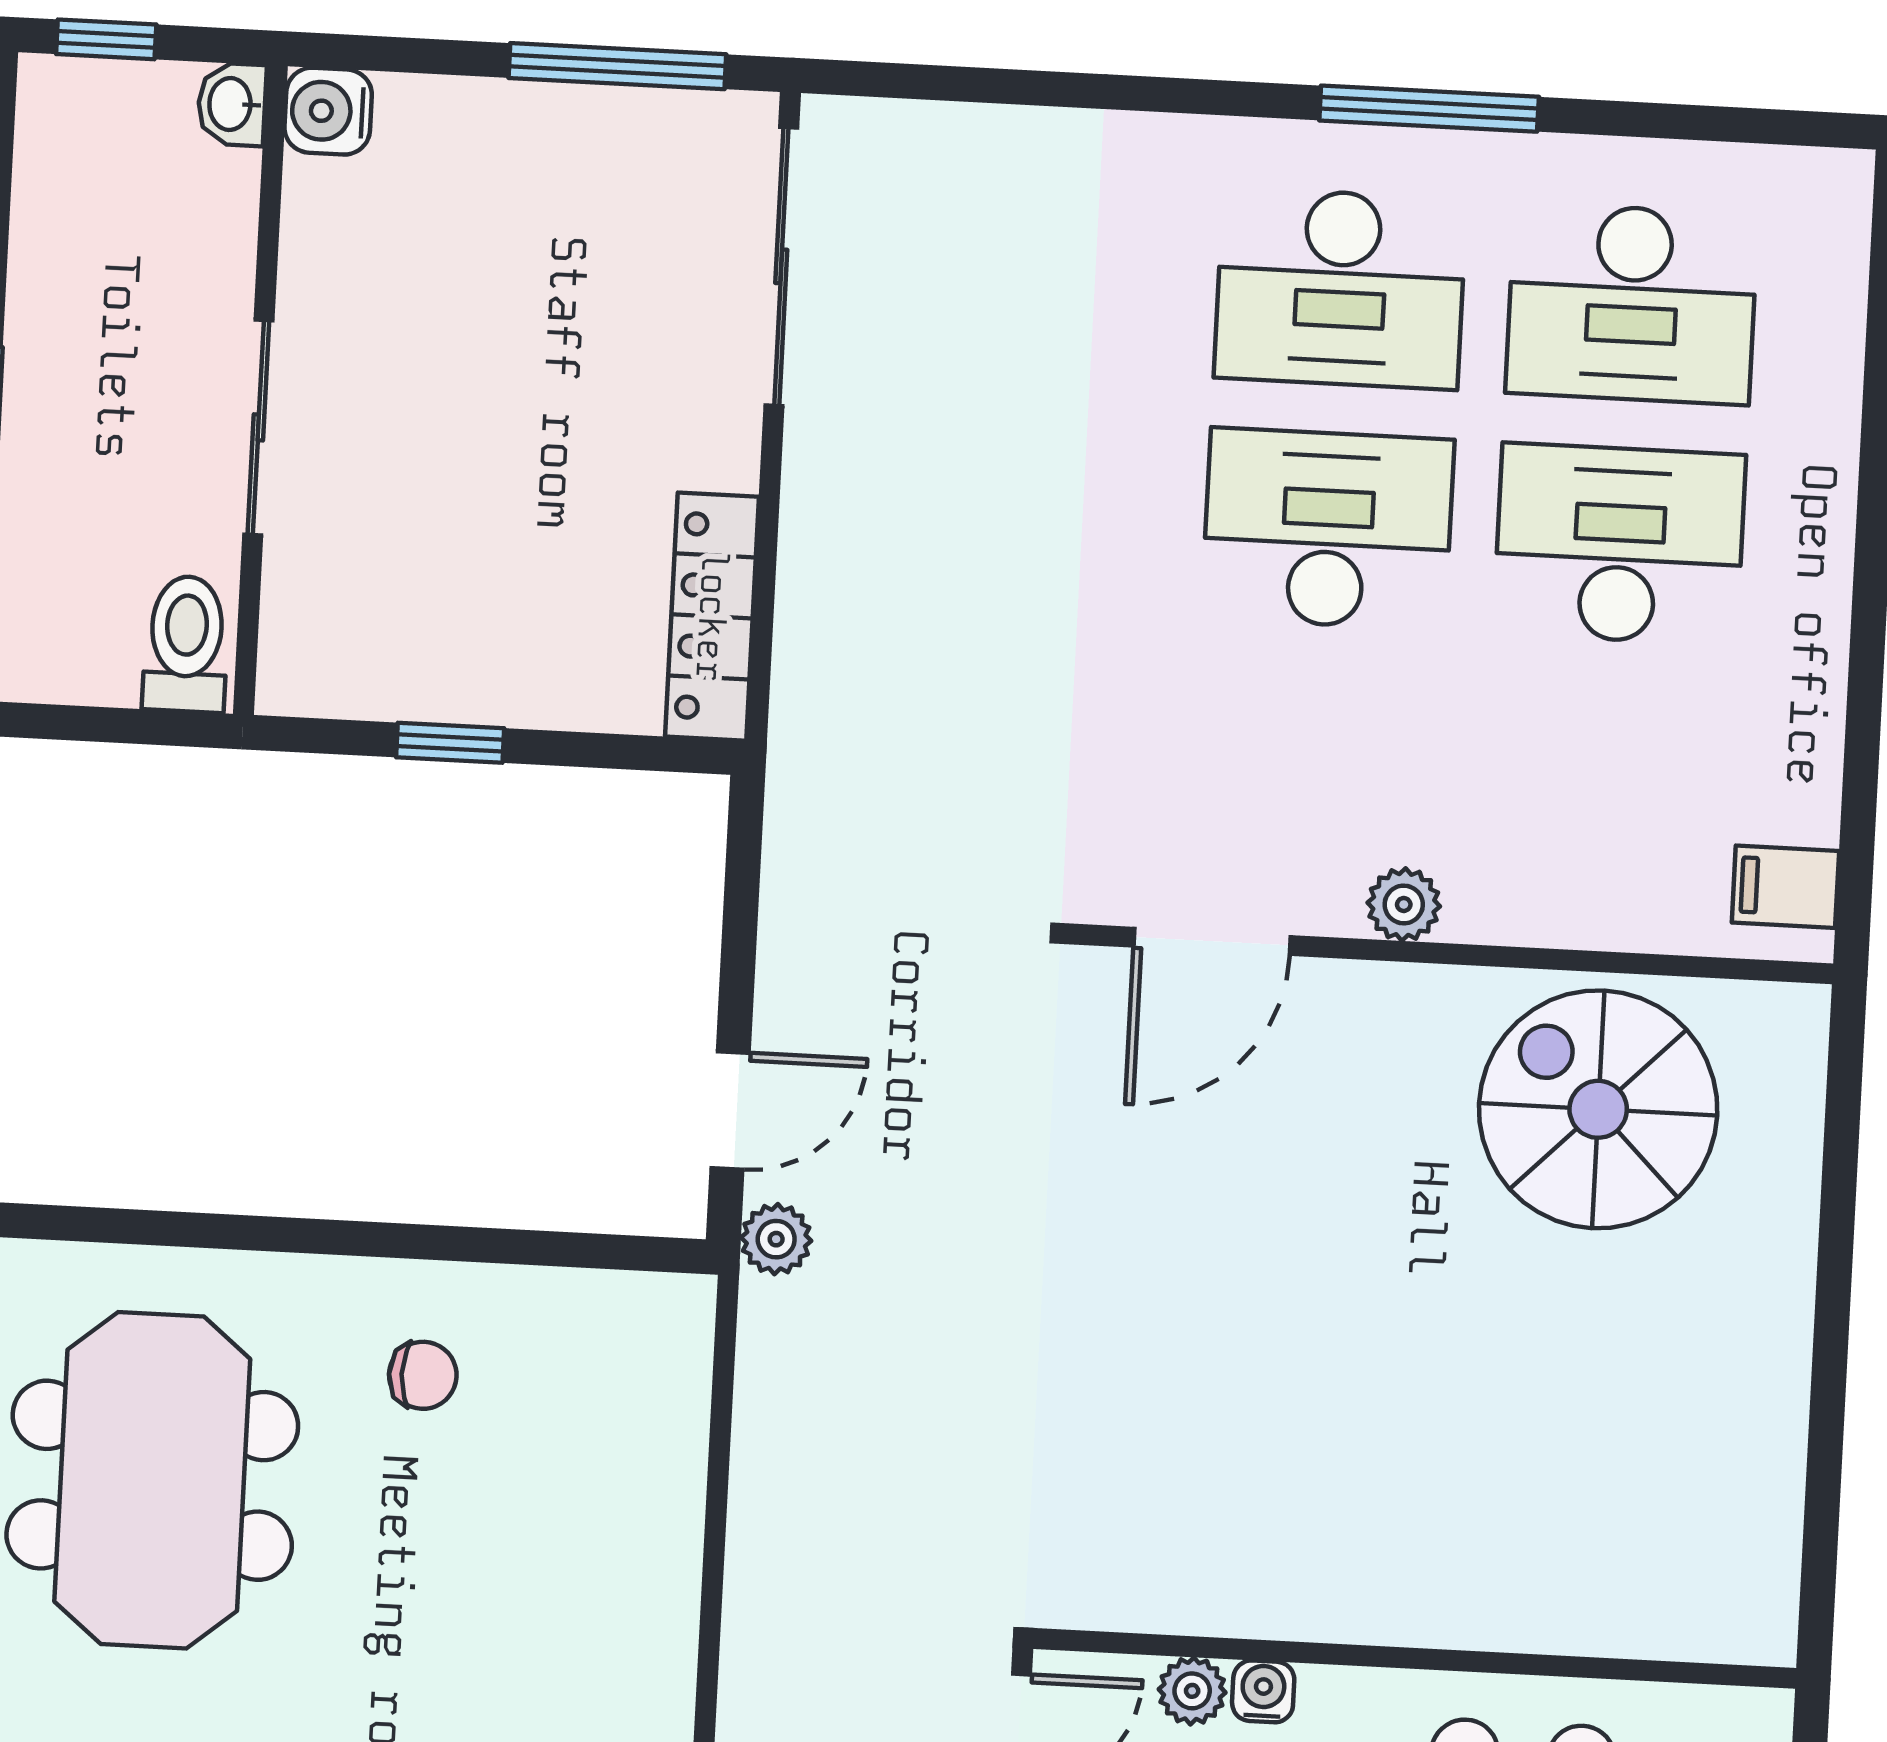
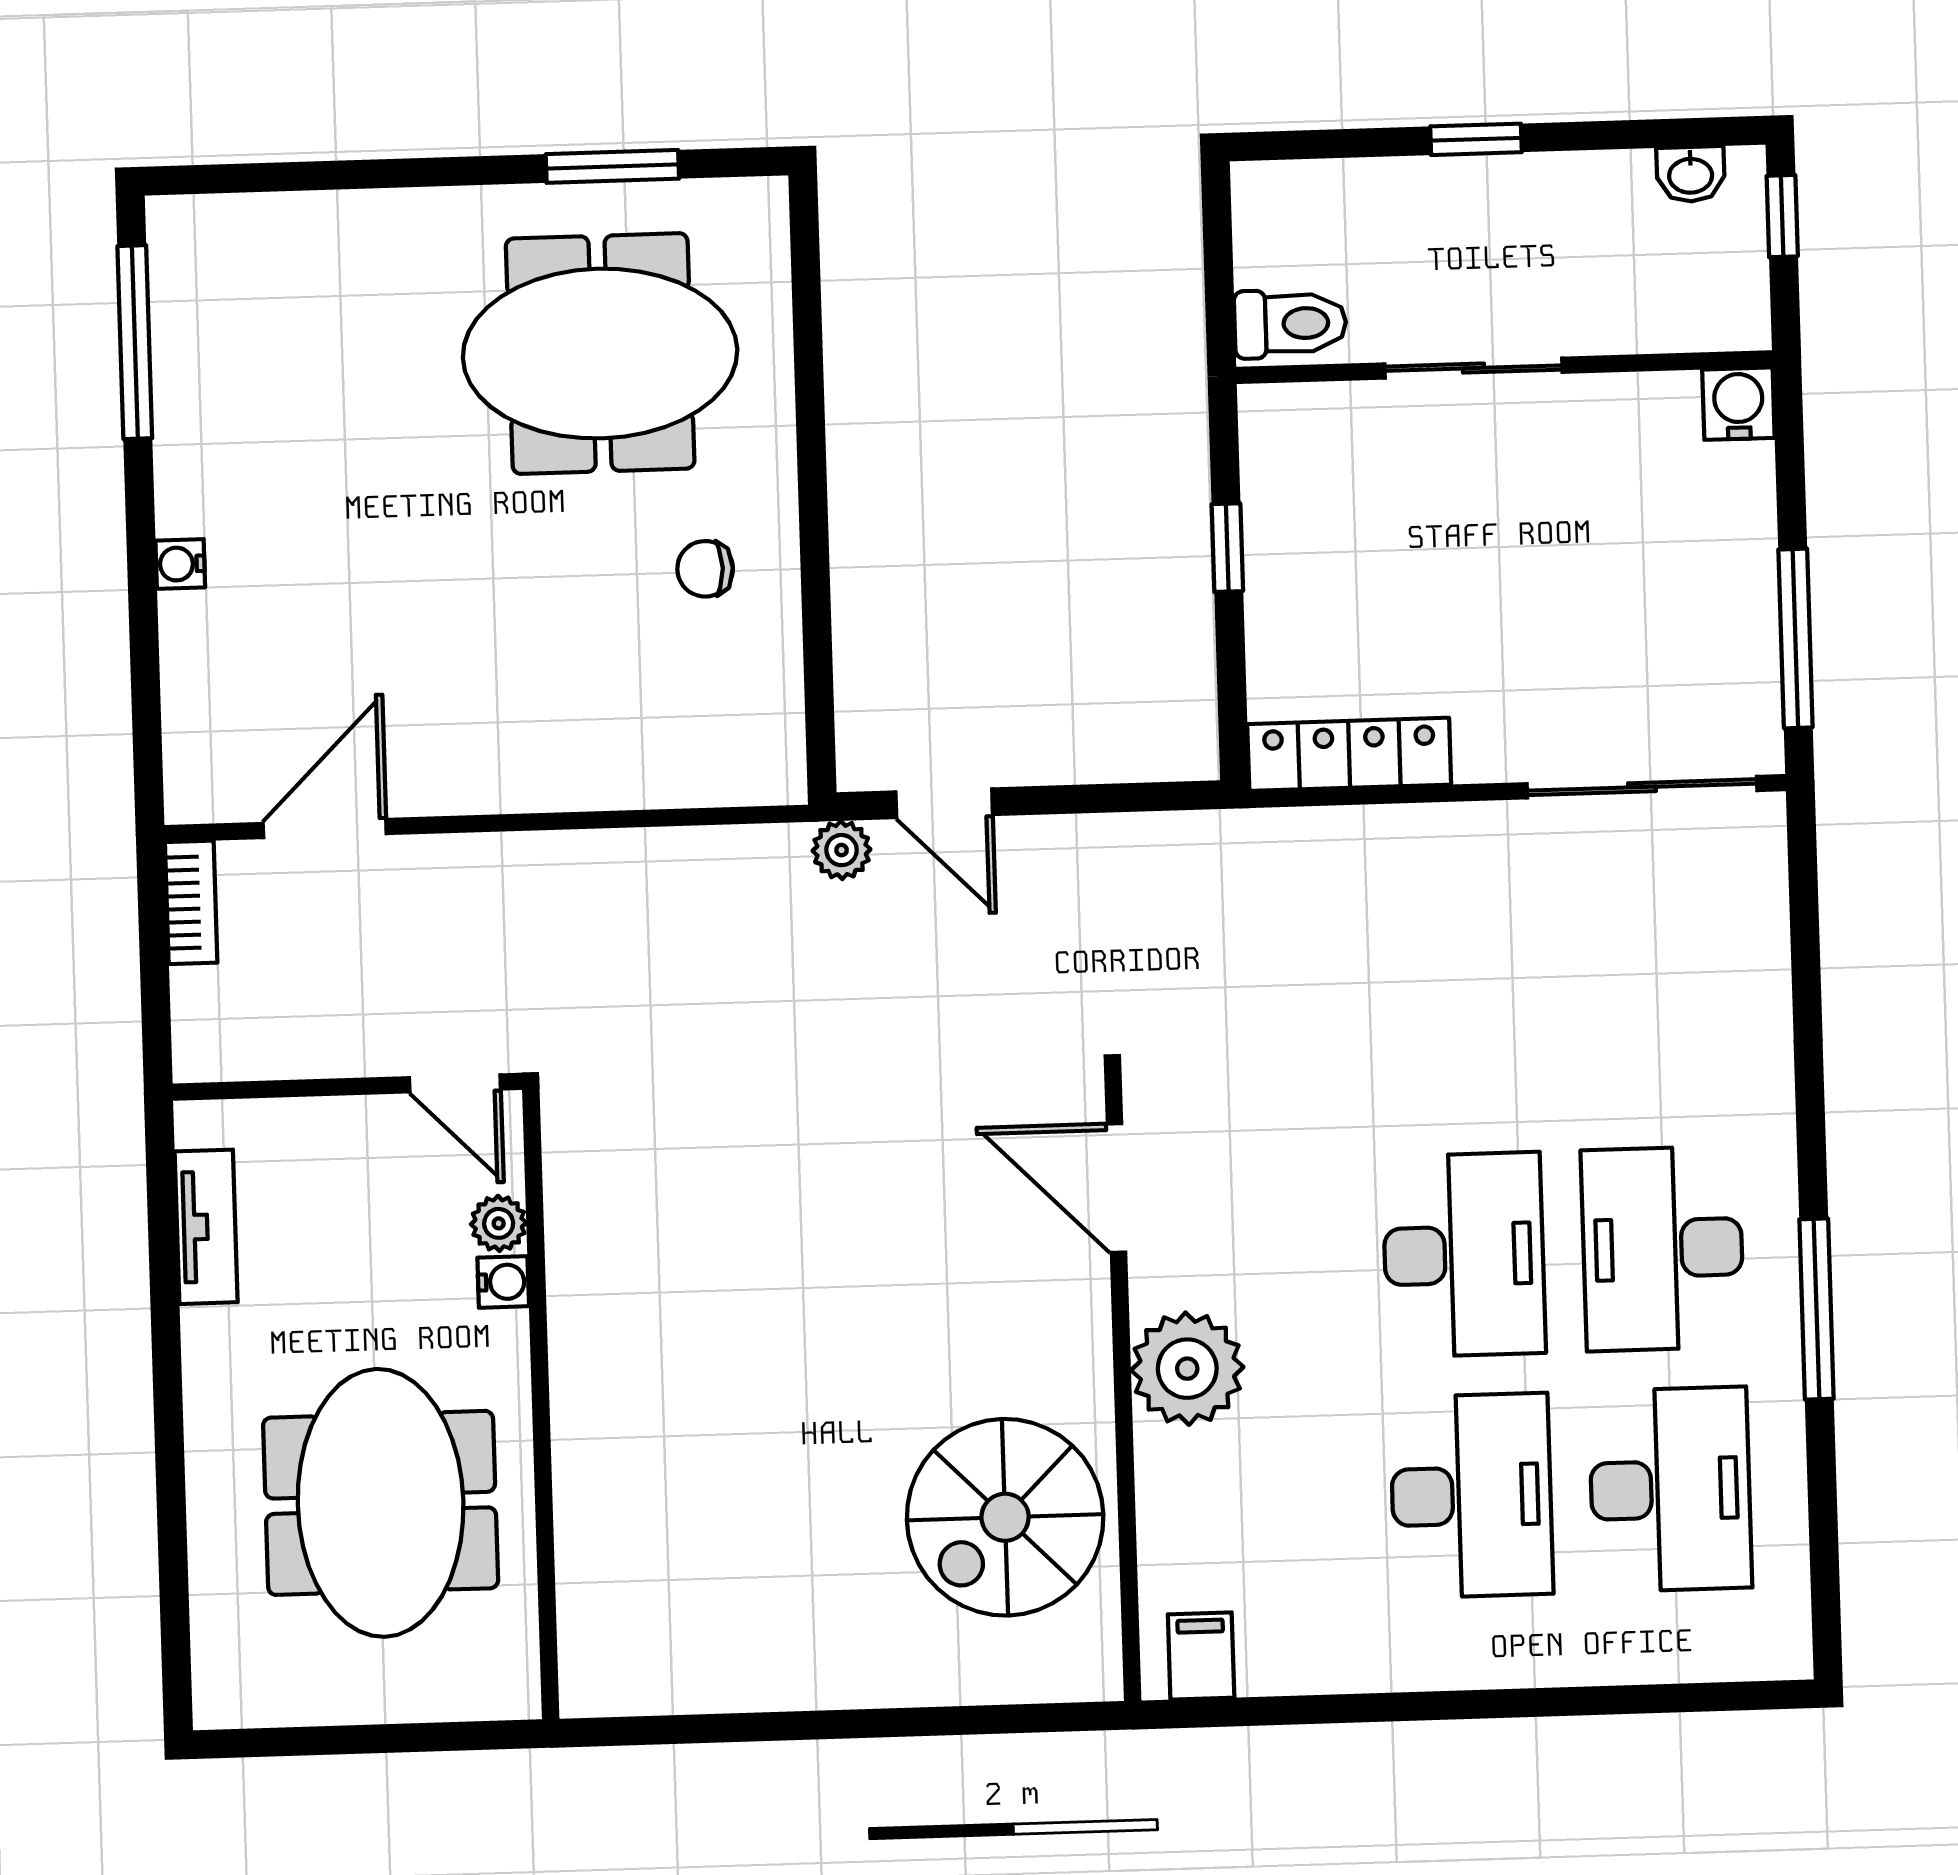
washbasin: (232, 104) -> (1691, 174), moved, turned 180
desk: (1632, 304) -> (1670, 1489), turned 180
plant: (1404, 904) -> (1187, 1369), width x1.88, depth x1.88
spiral stairs: (1598, 1109) -> (1005, 1517), turned 180
chair: (423, 1375) -> (705, 569), turned 90

